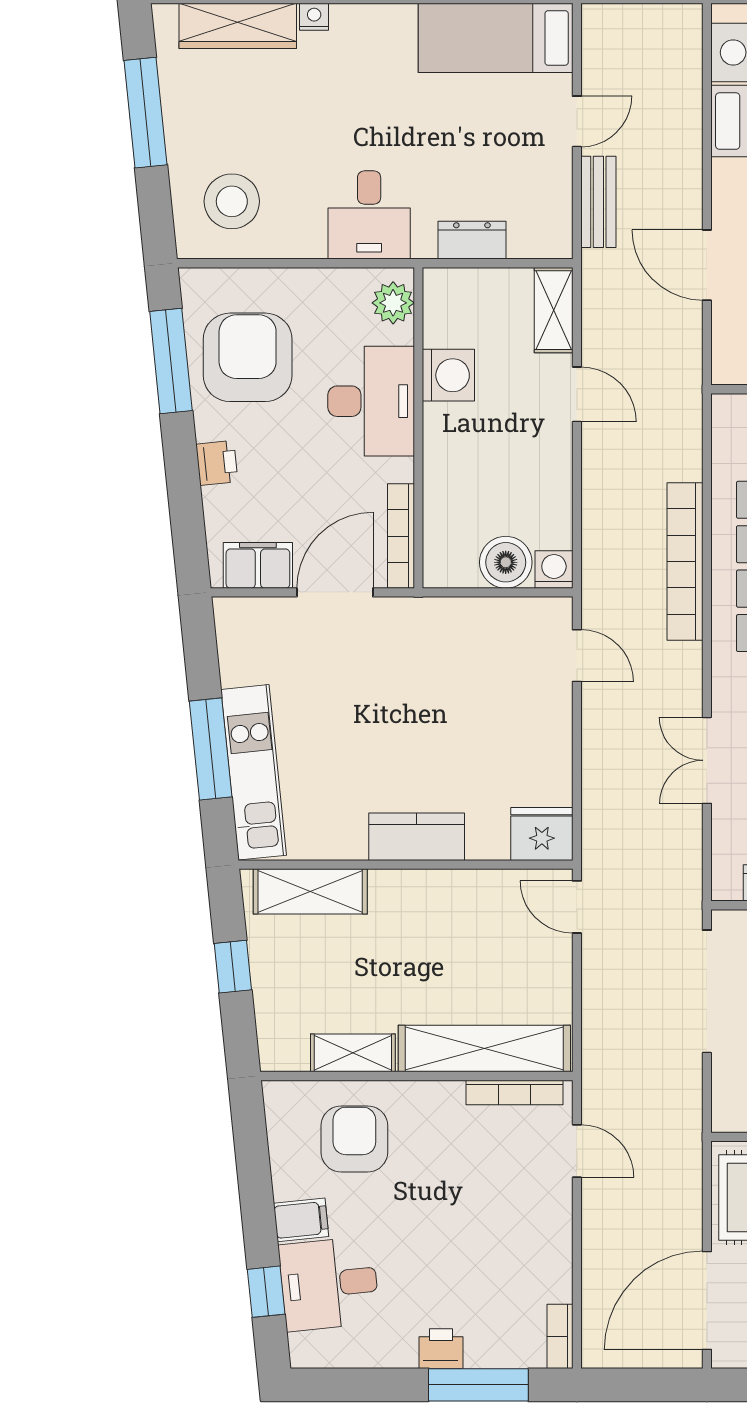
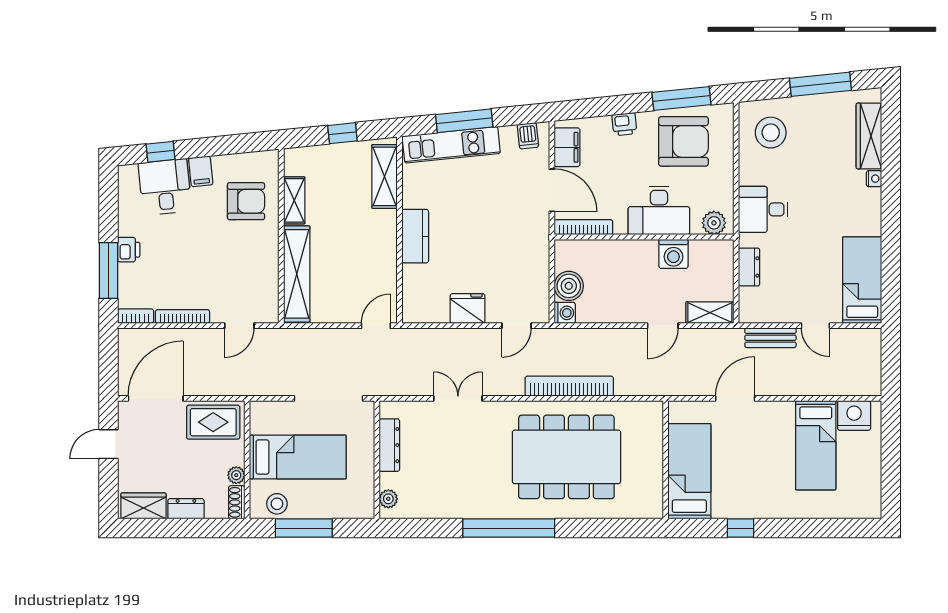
dishwasher: (237, 635) -> (528, 136), added
fridge: (542, 834) -> (467, 309), moved, turned -90
bookcase: (515, 1092) -> (182, 317), moved, turned 90
door: (707, 1300) -> (156, 398), hinge flipped

